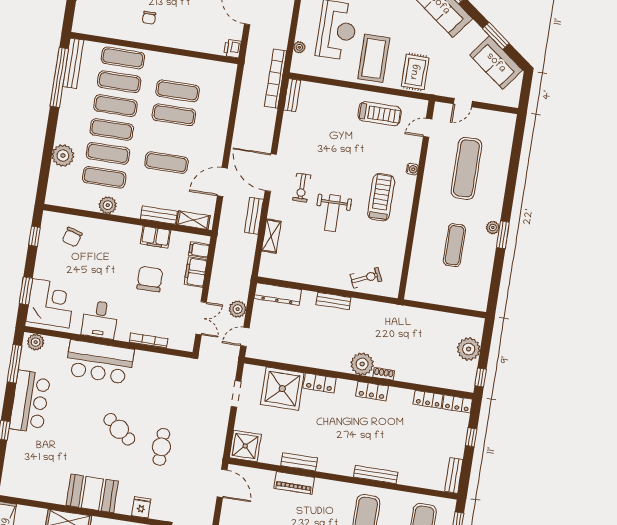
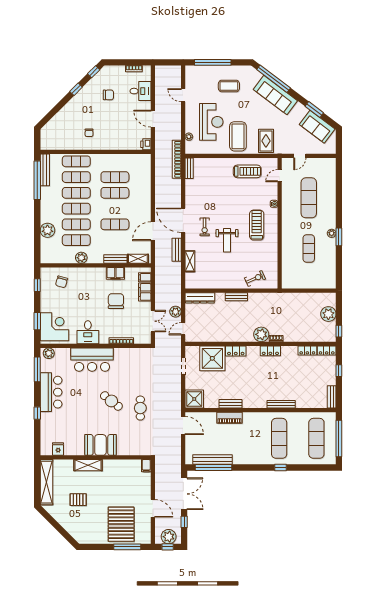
fridge: (141, 507) -> (58, 449), moved

